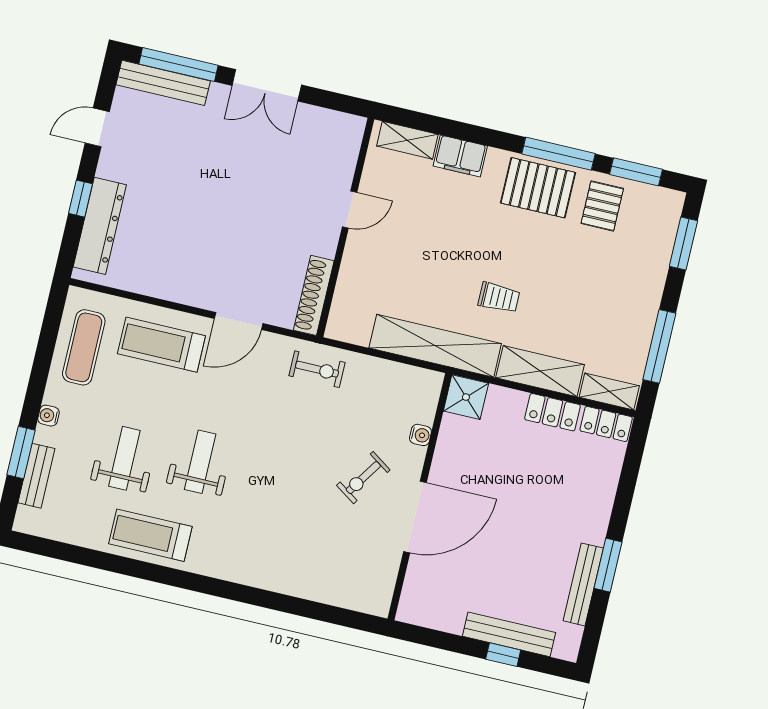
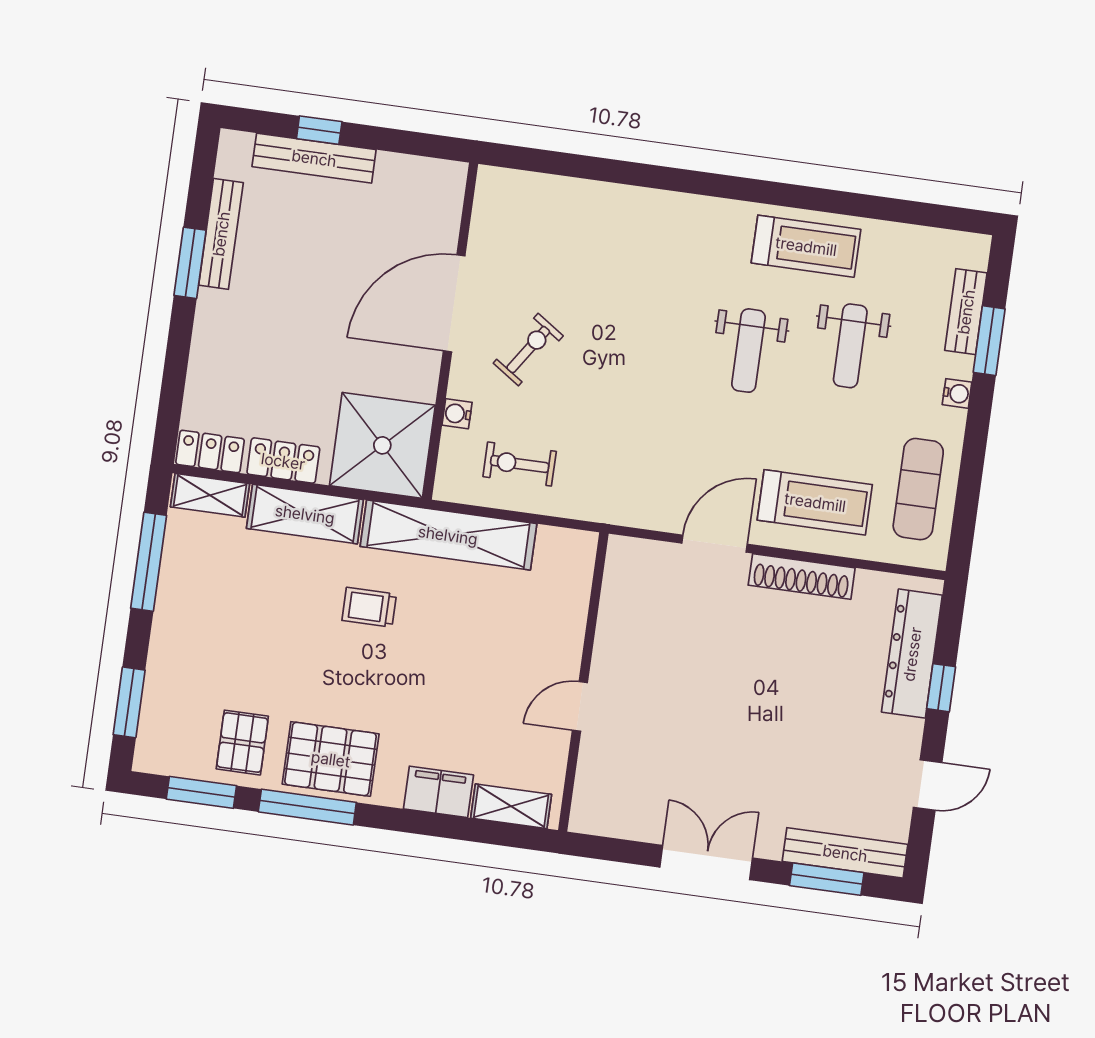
window: (178, 65) -> (827, 879), width x0.69
shoe rack: (314, 295) -> (802, 576), moved, turned 90
exercise bike: (317, 369) -> (520, 464), moved
shower: (466, 397) -> (382, 445), width x1.86, depth x1.86

